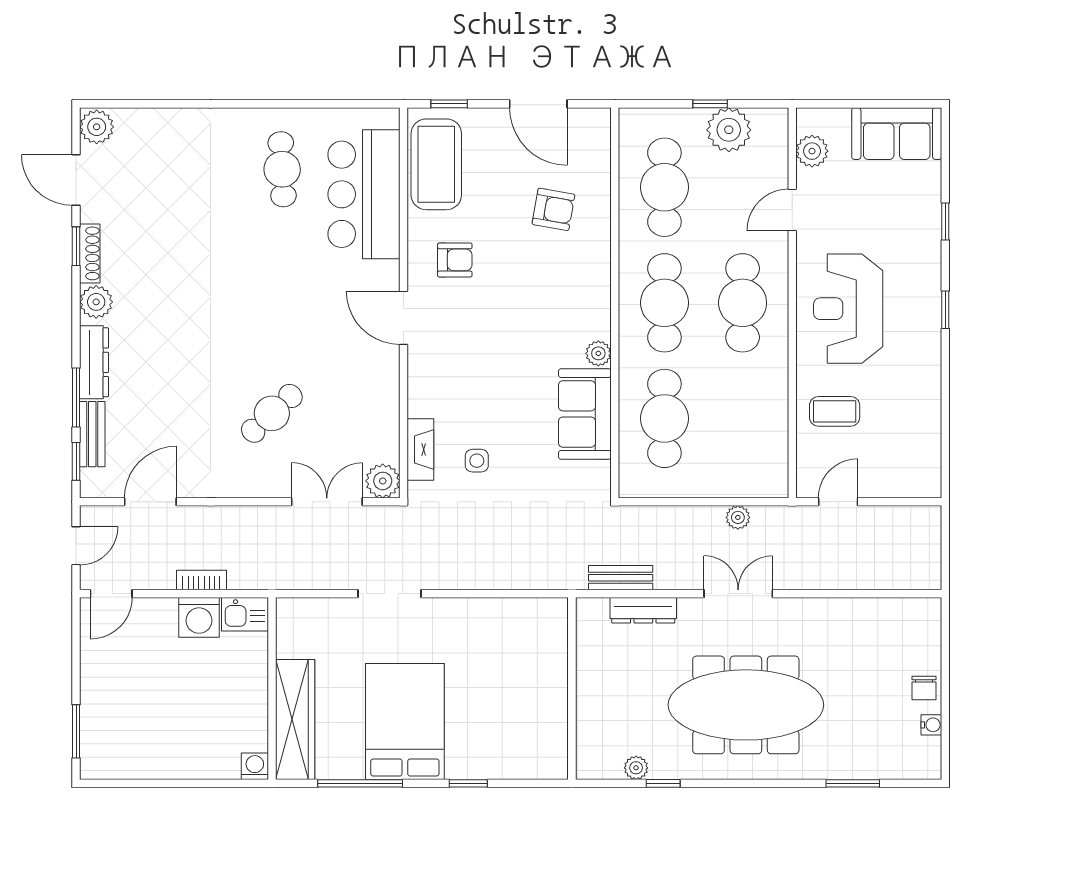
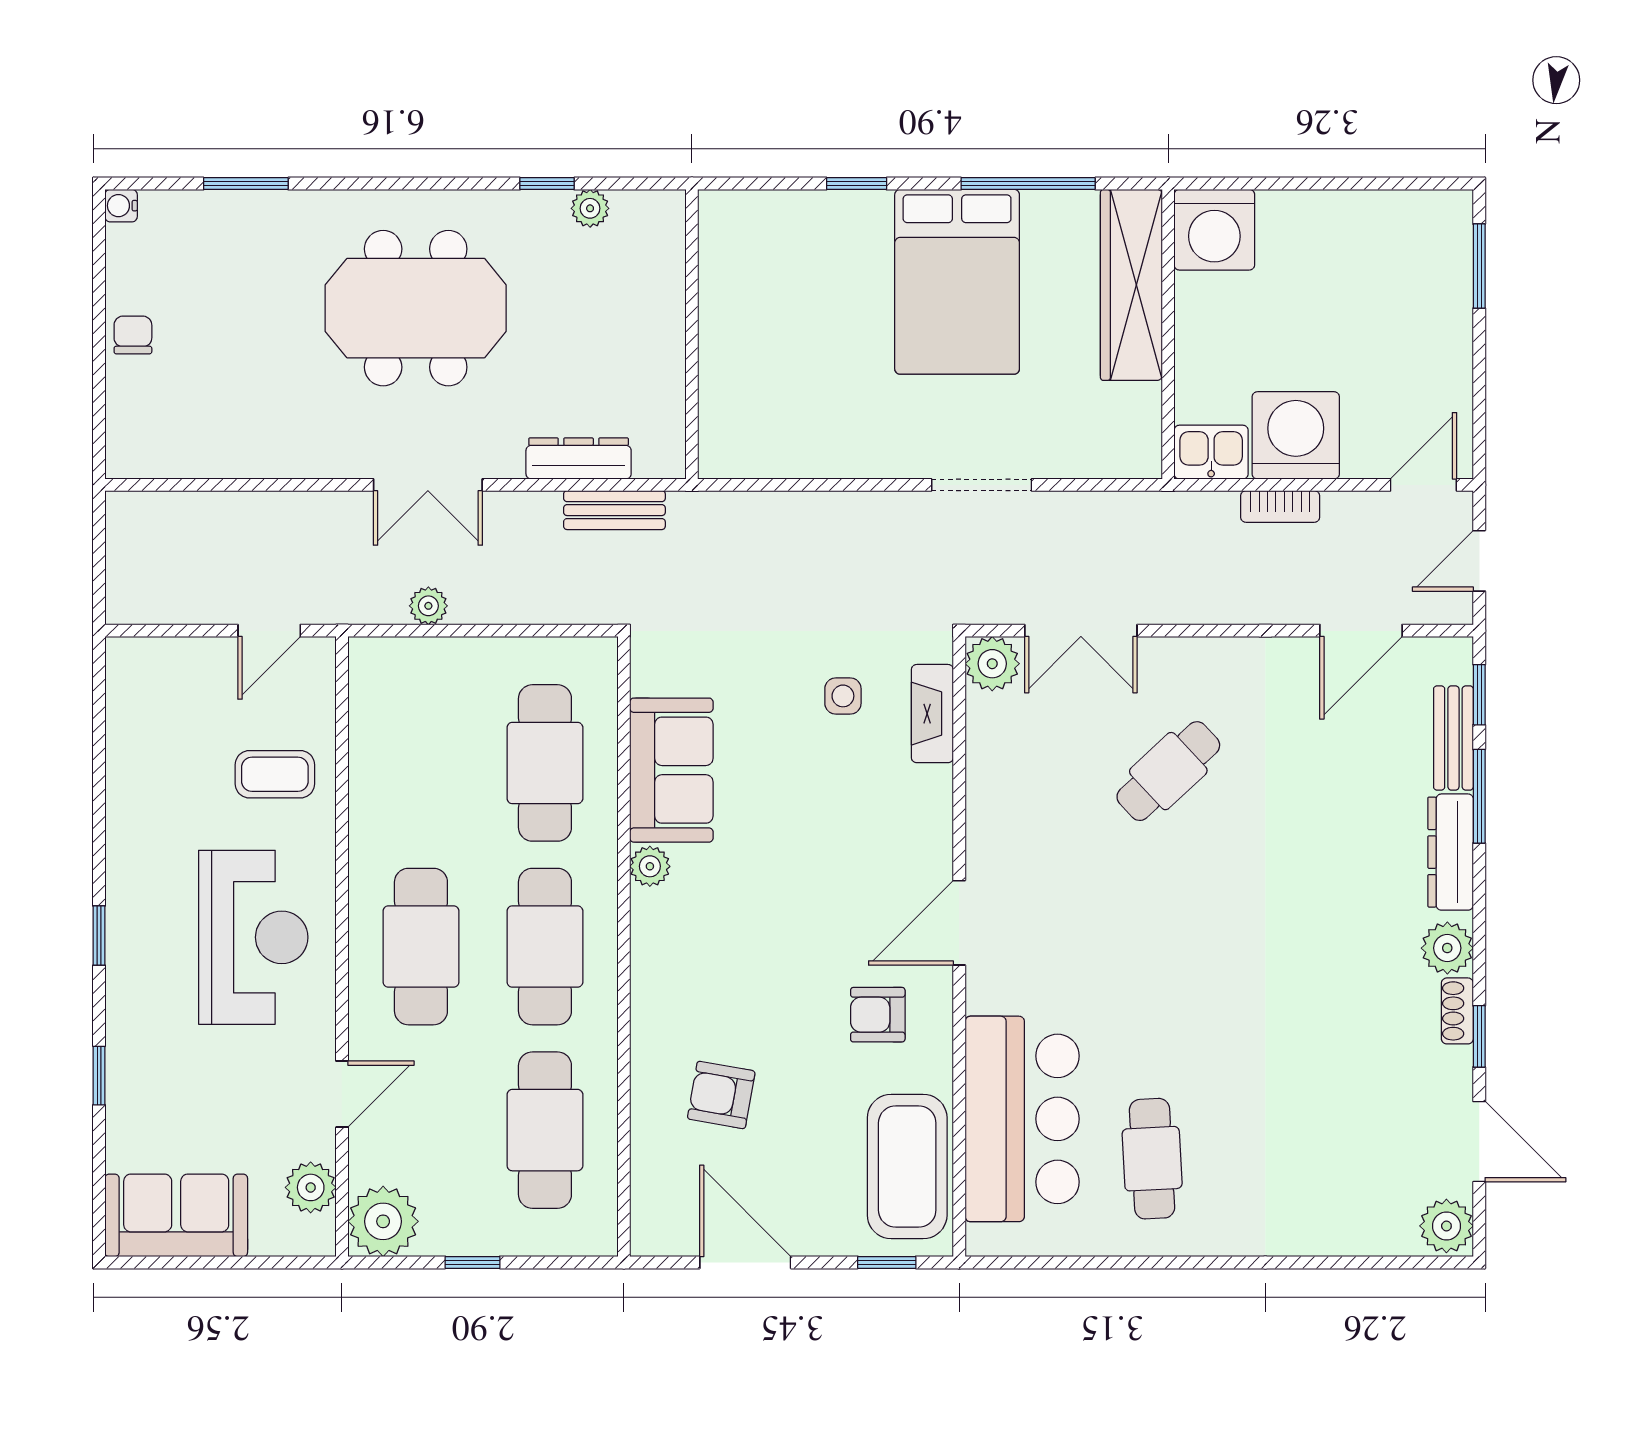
plant: (729, 130) -> (383, 1221), moved
shoe rack: (90, 253) -> (1457, 1011), width x0.70
door: (404, 318) -> (959, 923), swing flipped
washing machine: (199, 617) -> (1296, 435), width x1.37, depth x1.37
meeting table: (746, 705) -> (416, 308), width x0.73
water cooler: (931, 725) -> (121, 206), moved
washing machine: (255, 766) -> (1214, 230), width x1.89, depth x1.89

